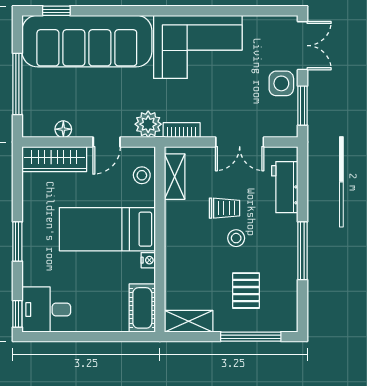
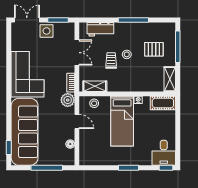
wardrobe: (54, 159) -> (86, 149), removed

